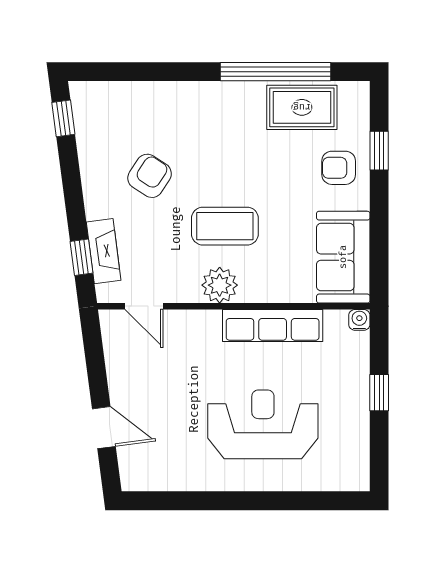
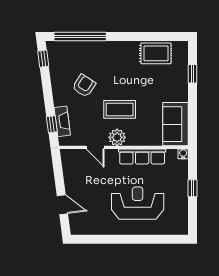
window: (276, 72) -> (80, 36), moved
armchair: (339, 168) -> (173, 82), removed
door: (144, 306) -> (95, 147), moved

